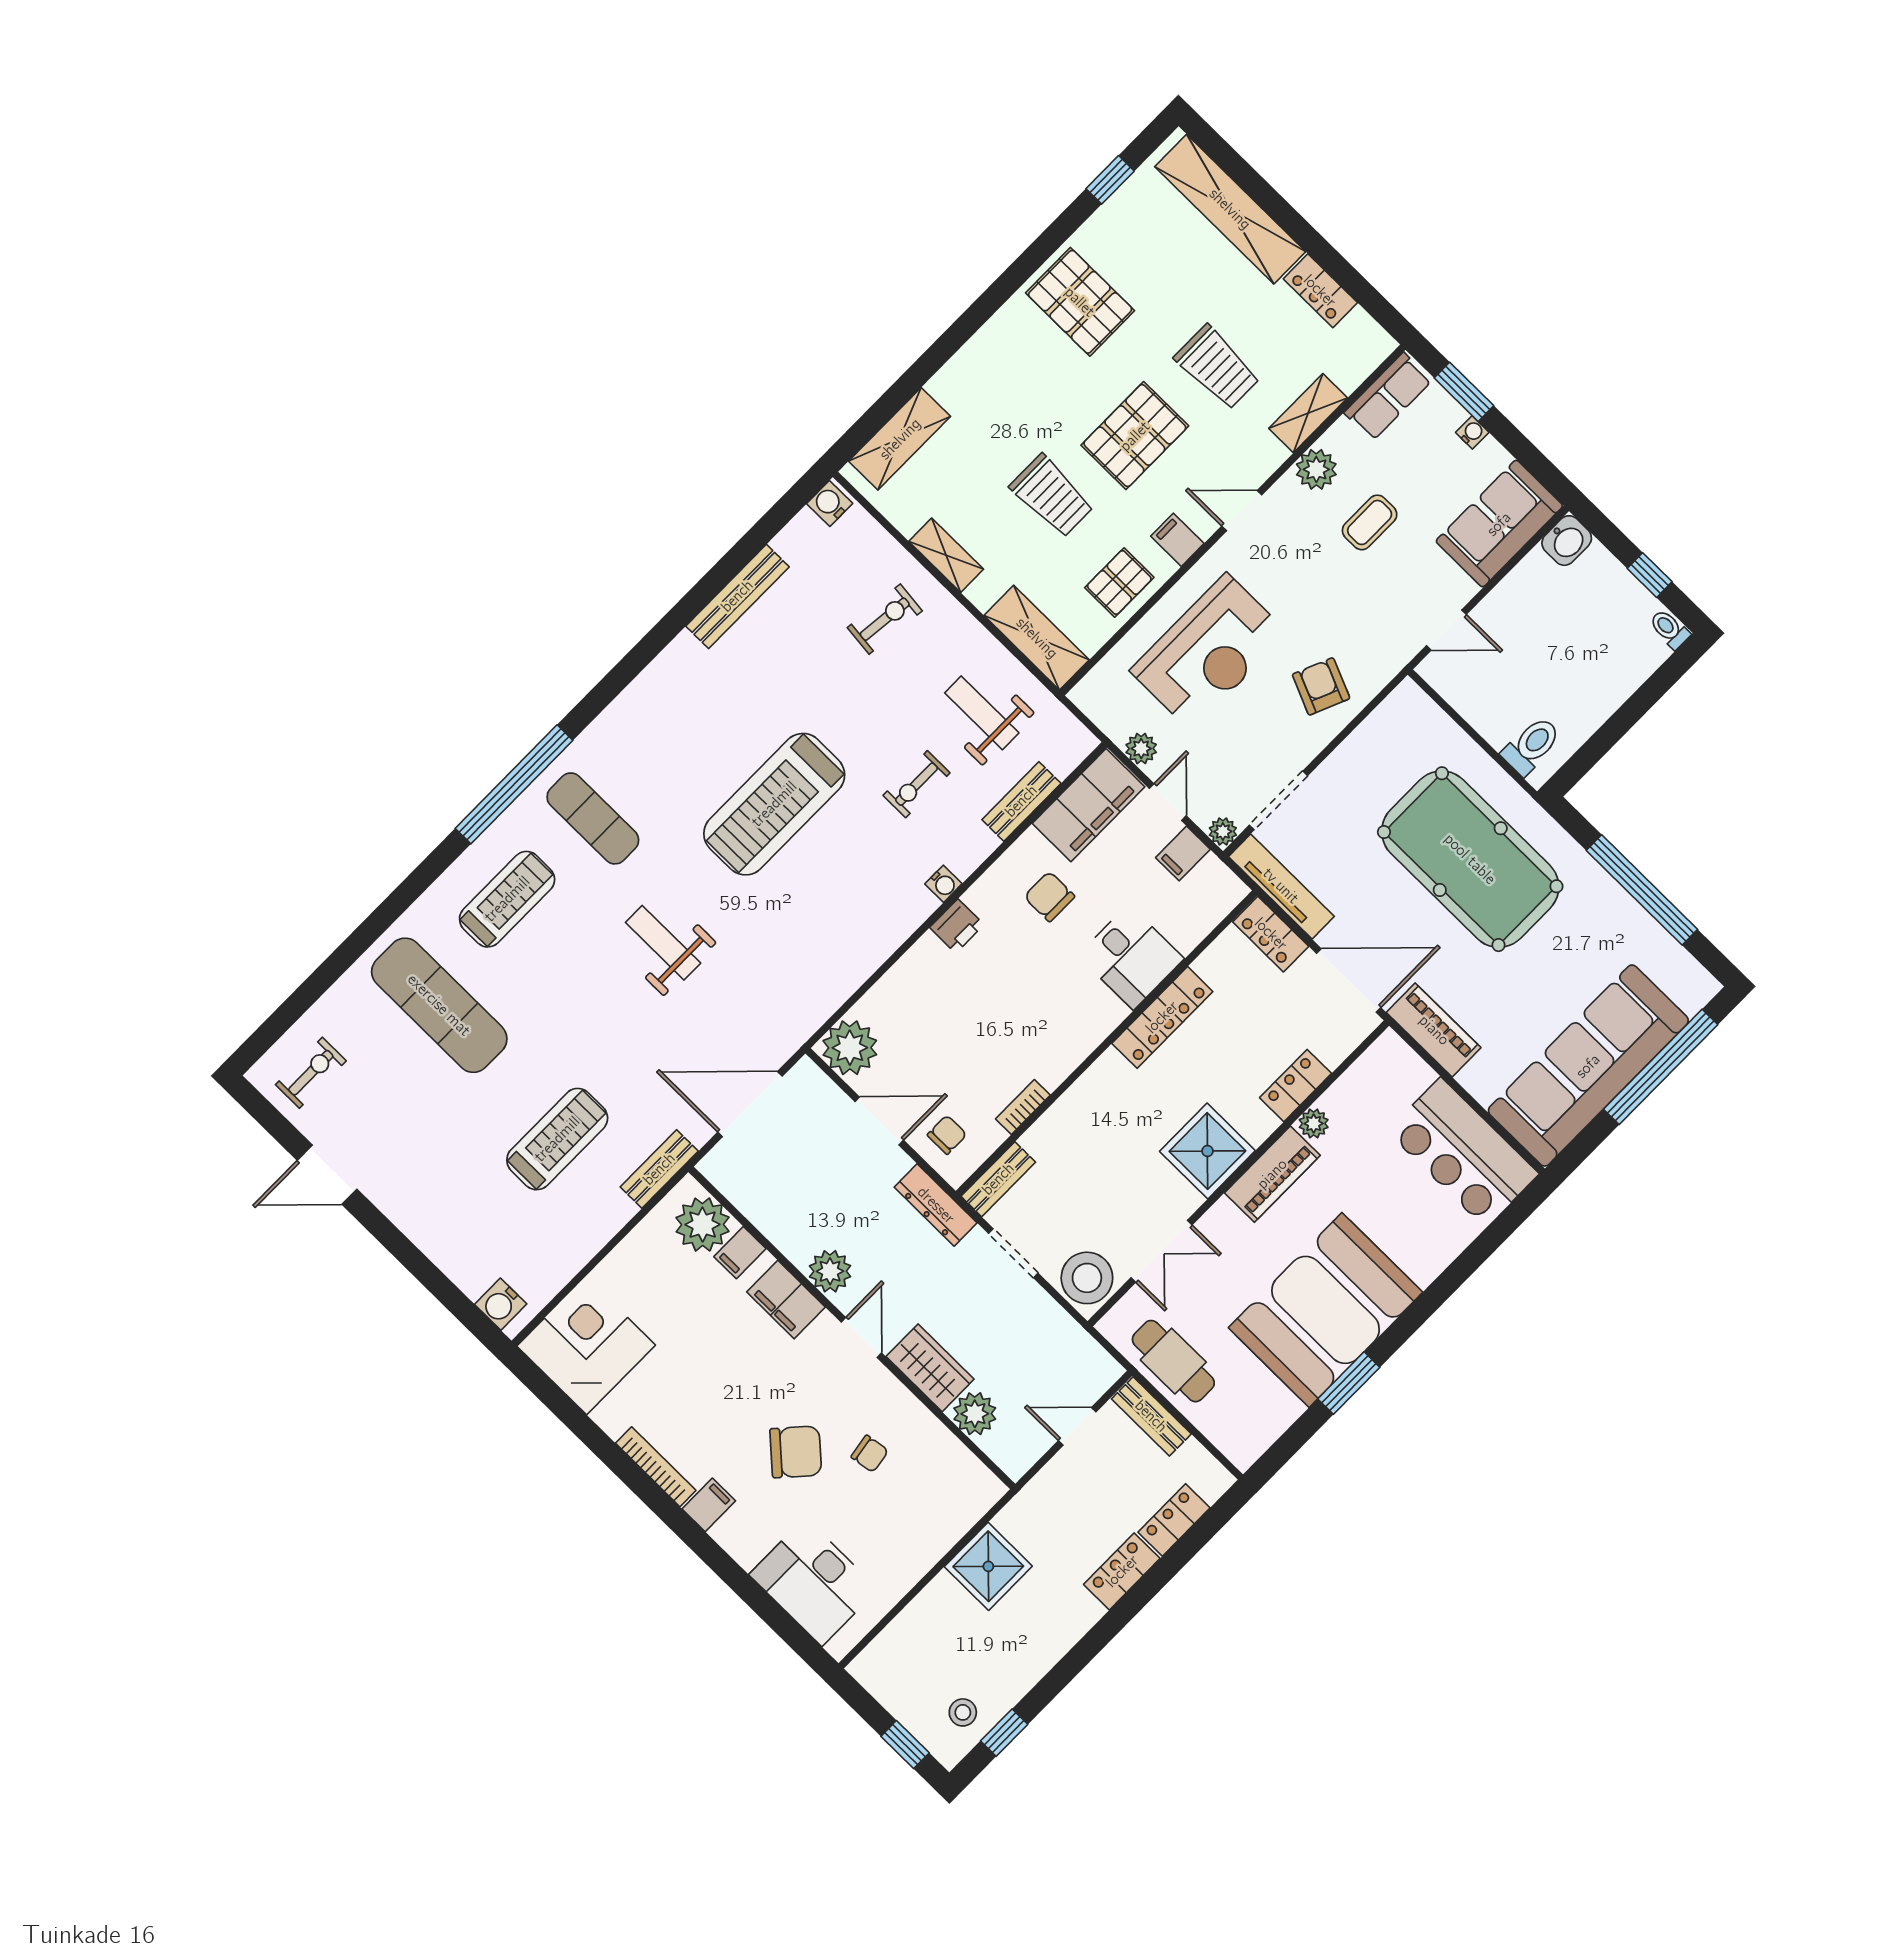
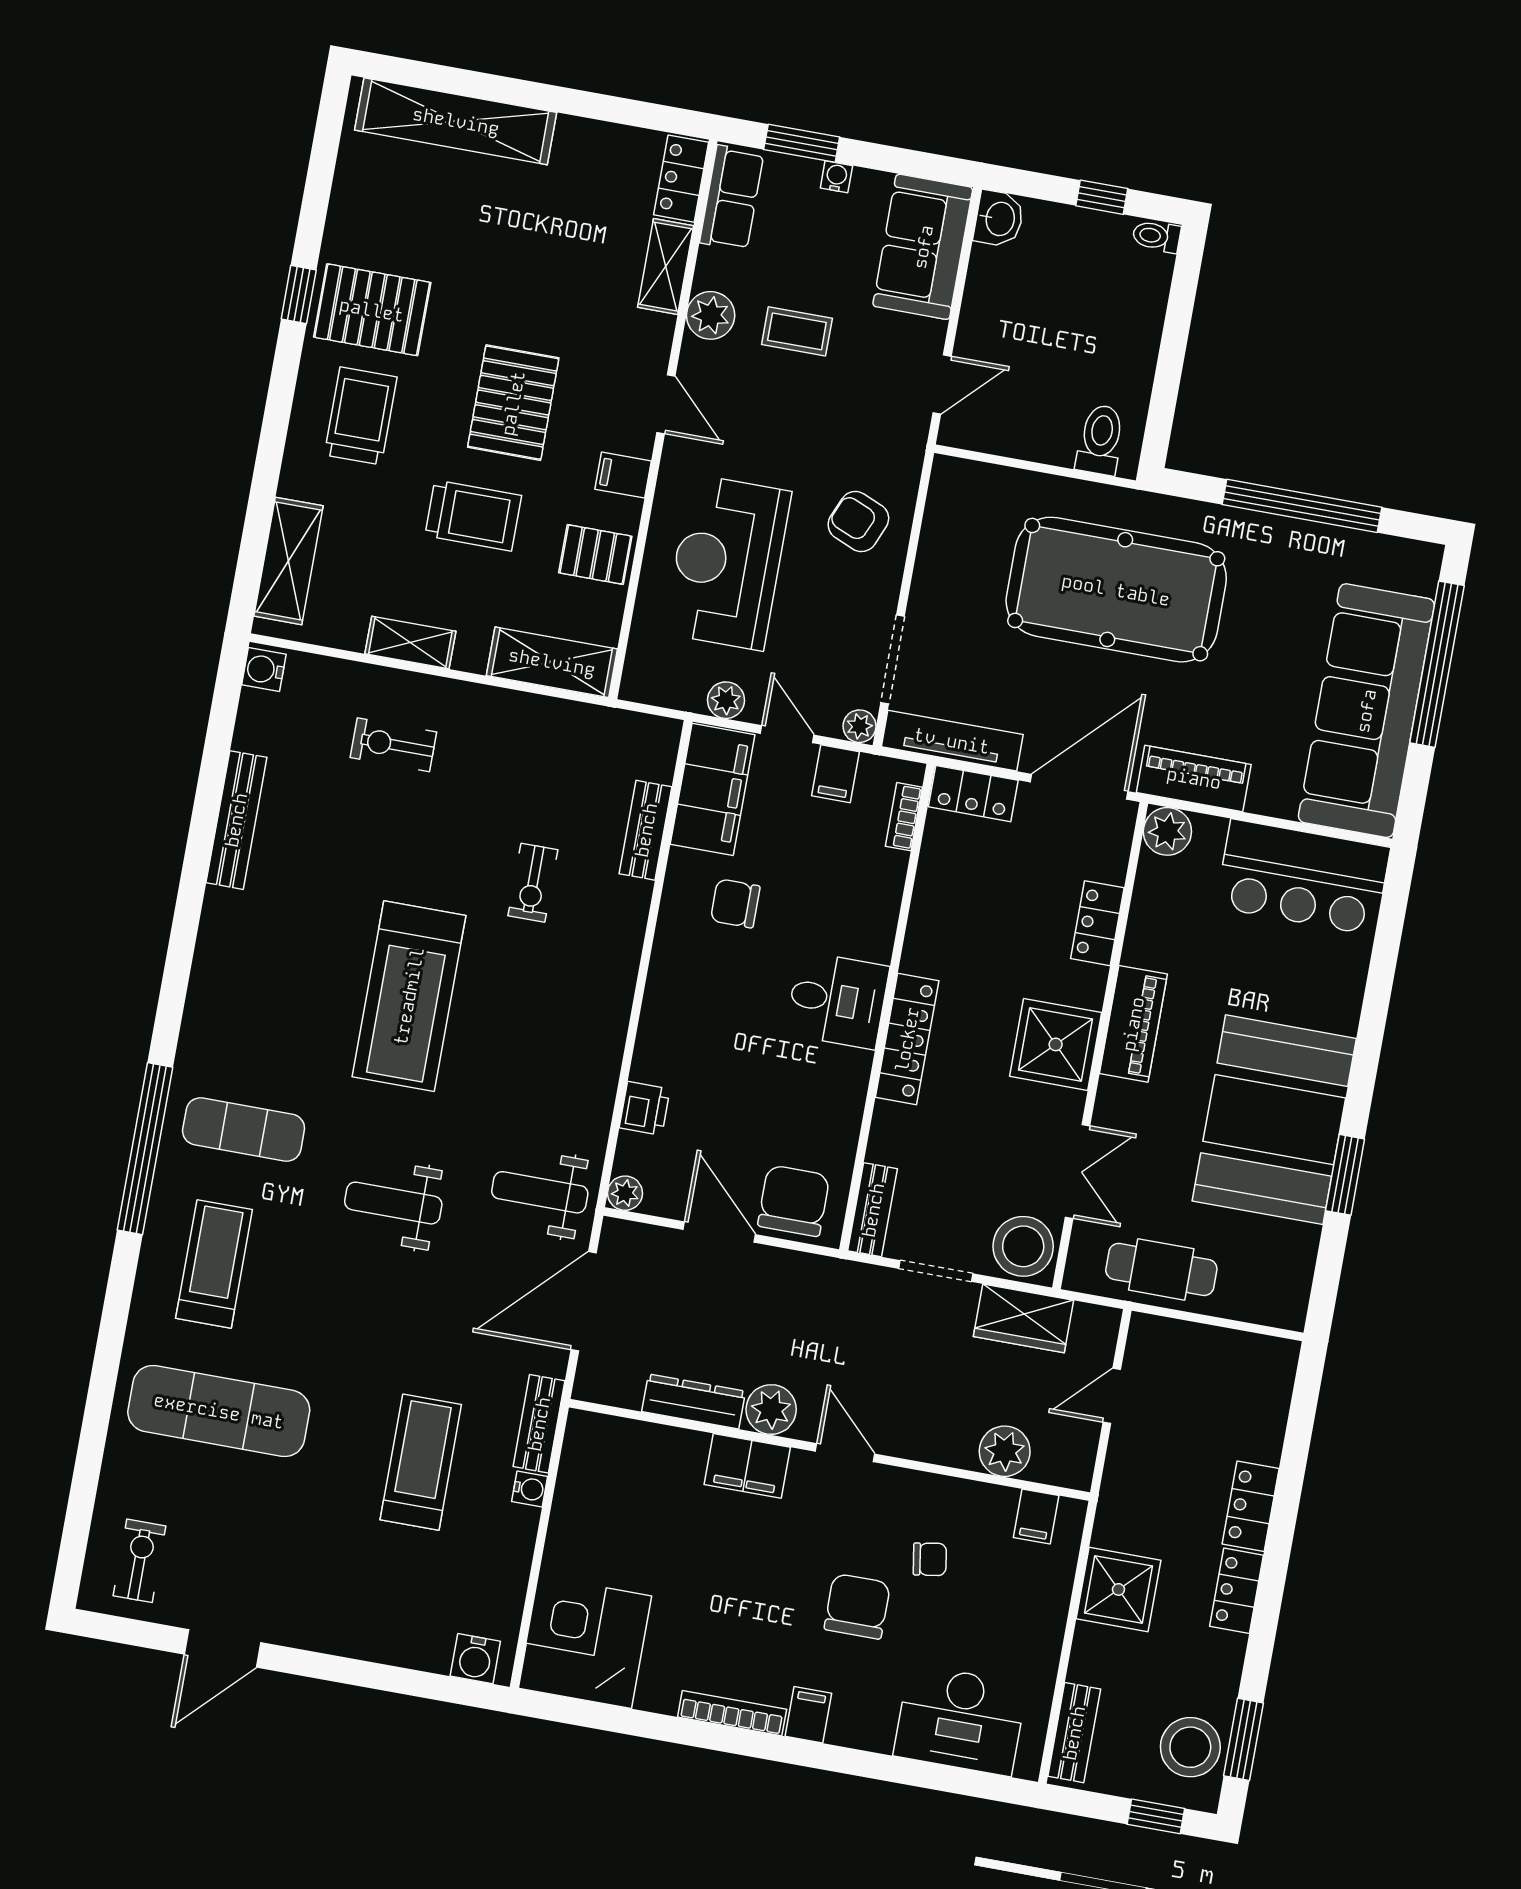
window: (1110, 180) -> (299, 294), moved
locker: (1320, 291) -> (681, 179), moved, turned 90
trolley: (1217, 367) -> (361, 416), moved, turned -90
door: (1242, 511) -> (666, 404), swing flipped
coffee table: (1370, 522) -> (797, 331), turned 90
pallet: (1119, 582) -> (595, 554), turned 90
exercise bike: (885, 619) -> (393, 745), turned -96
reception desk: (1209, 652) -> (727, 562), turned 180
weight bench: (982, 713) -> (540, 1192), moved
water cooler: (943, 884) -> (530, 1489), moved
printer: (957, 926) -> (645, 1108), moved
desk: (1131, 957) -> (837, 1000), moved
locker: (1162, 1017) -> (907, 1039), moved
plant: (850, 1048) -> (625, 1193), width x0.53, depth x0.53
bookcase: (1023, 1107) -> (904, 817), moved
door: (879, 1121) -> (719, 1232), hinge flipped
plant: (1314, 1123) -> (1167, 831), moved, width x1.38, depth x1.38
chair: (947, 1135) -> (794, 1201), width x1.87, depth x1.87
dresser: (936, 1205) -> (694, 1401), moved, turned 180
plant: (703, 1225) -> (617, 1449), removed
filing cabinet: (740, 1253) -> (1036, 1517), moved
wardrobe: (930, 1368) -> (1023, 1318), moved, turned 180
bench: (1151, 1416) -> (1074, 1733), moved, turned 90
chair: (796, 1452) -> (857, 1606), turned -42
locker: (1174, 1520) -> (1237, 1591), moved
stool: (963, 1712) -> (1190, 1747), width x1.89, depth x1.89
window: (1004, 1733) -> (1244, 1739), width x1.50

